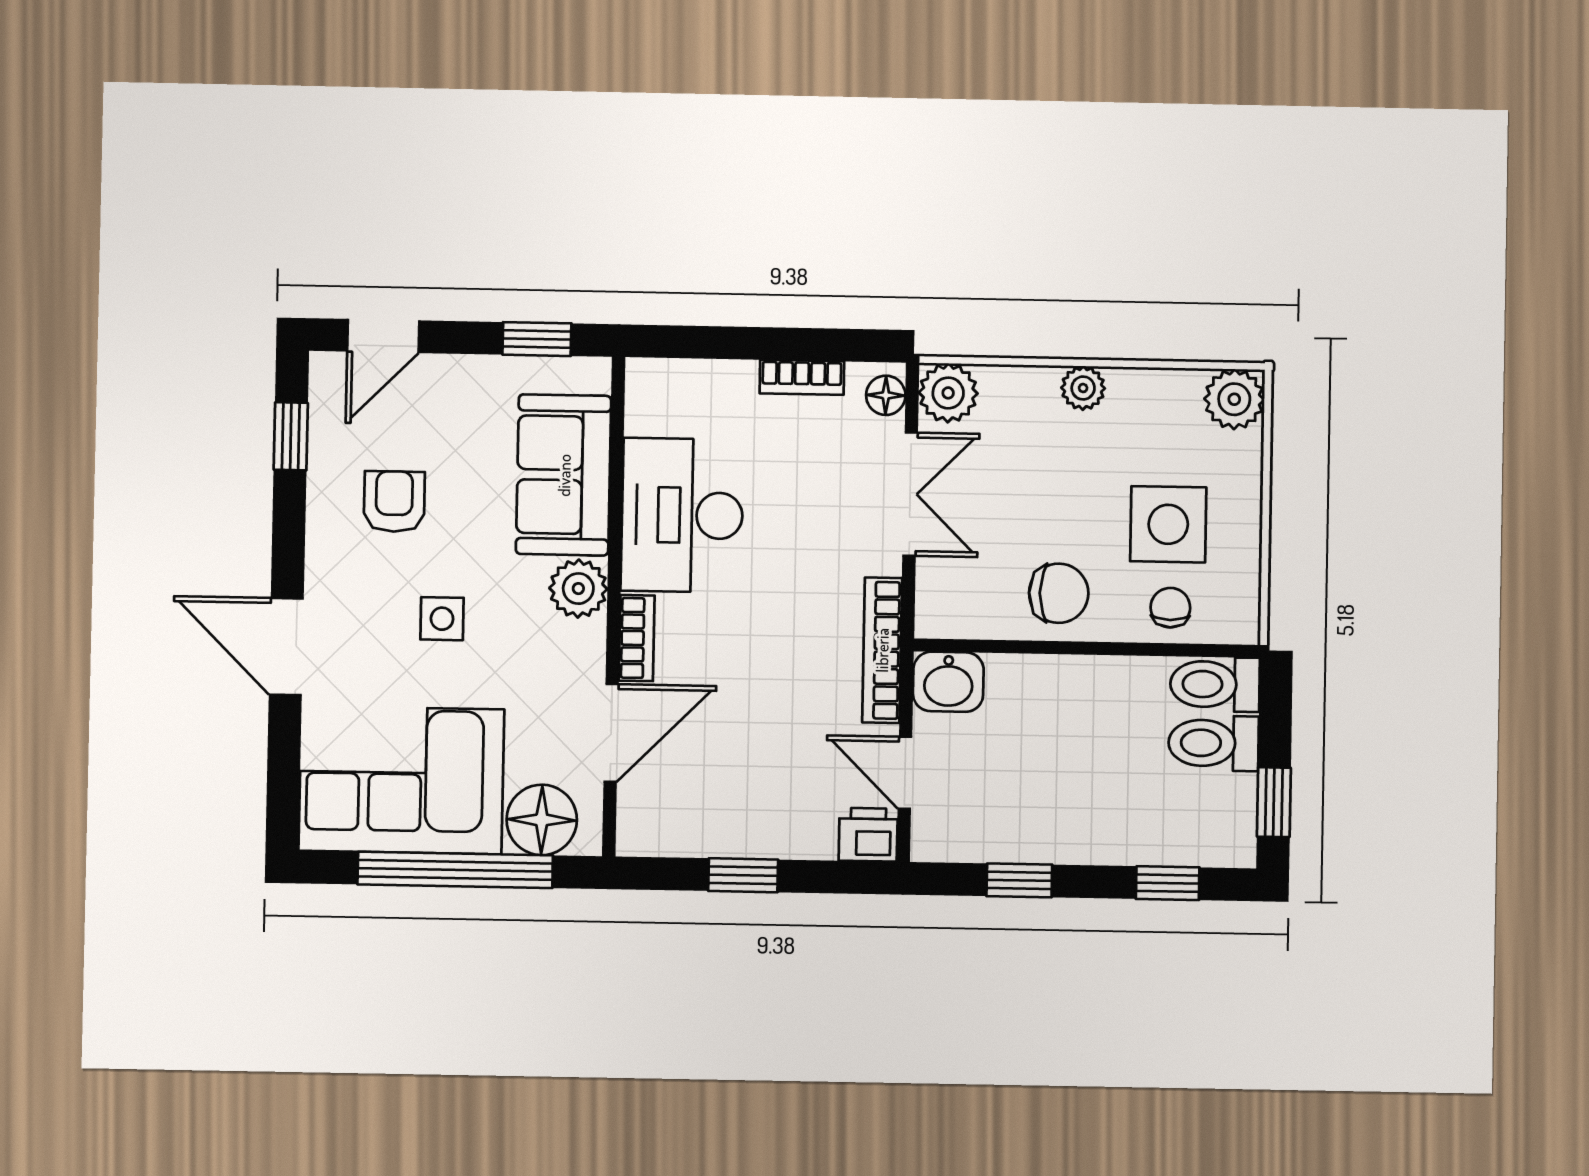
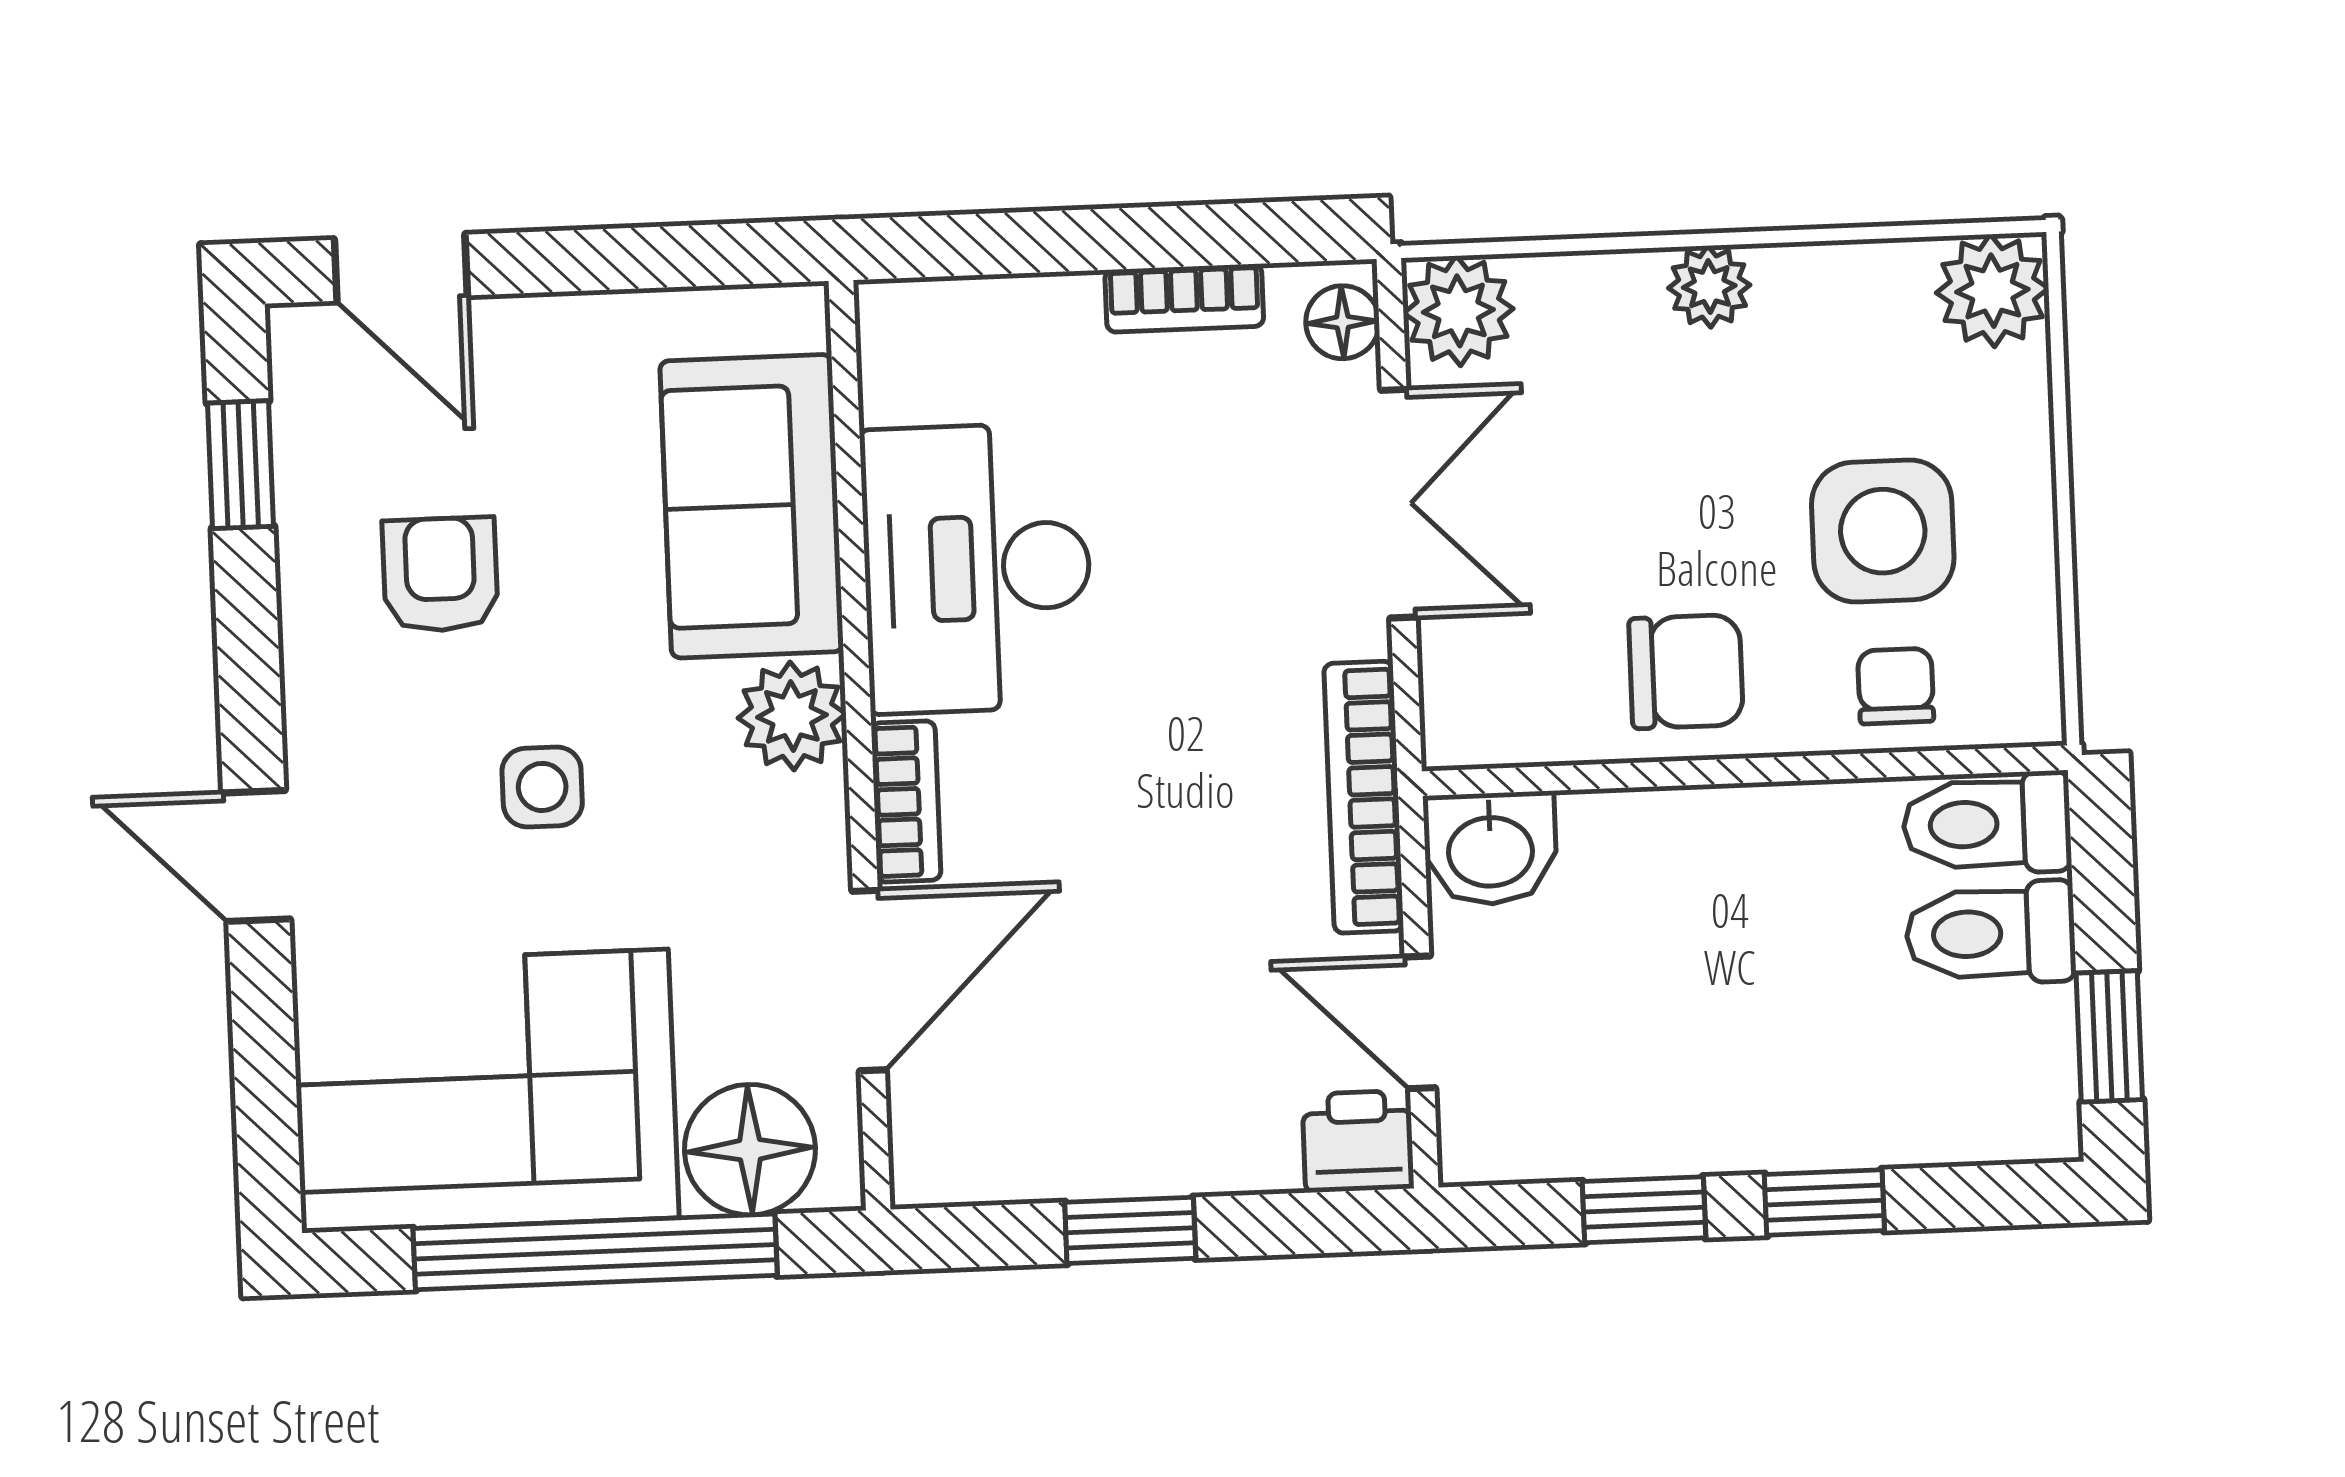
door: (383, 336) -> (401, 268), hinge flipped
window: (537, 339) -> (687, 256), removed
door: (286, 647) -> (256, 856), width x0.73
window: (1168, 883) -> (1824, 1202), moved

